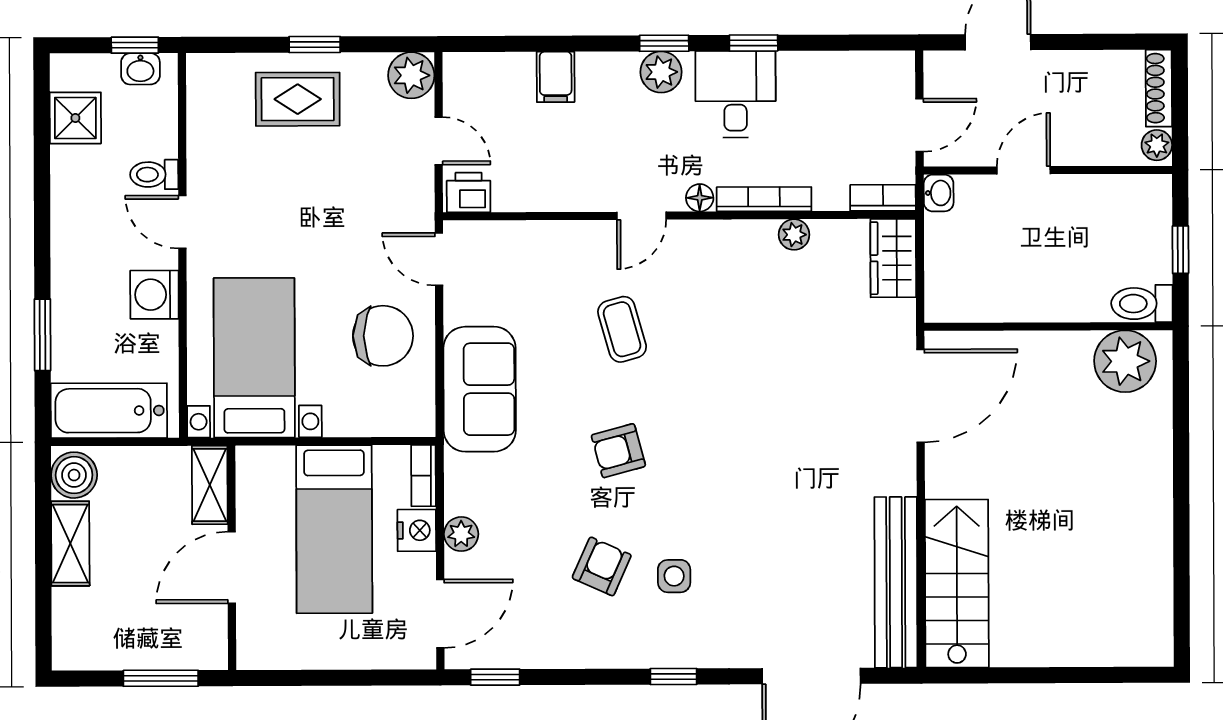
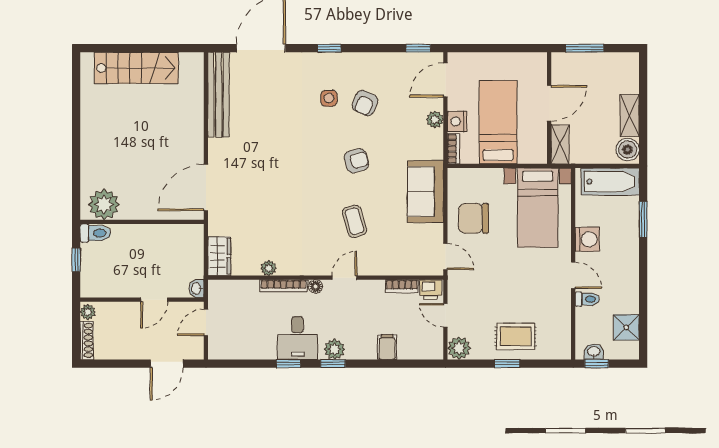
bookcase: (883, 198) -> (402, 286), moved
stairs: (957, 584) -> (136, 68), moved, turned -90

